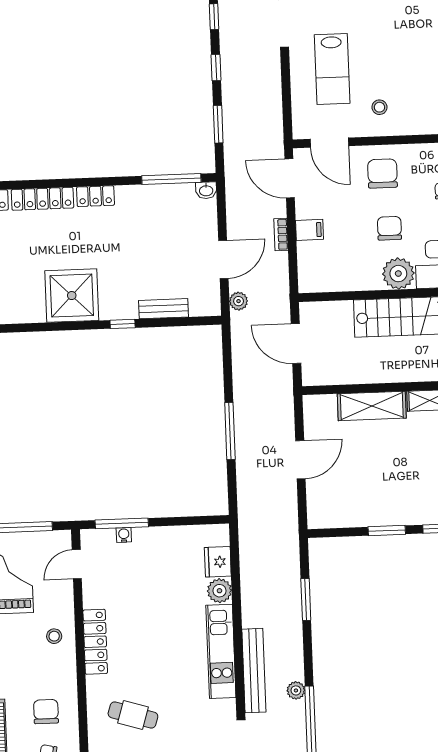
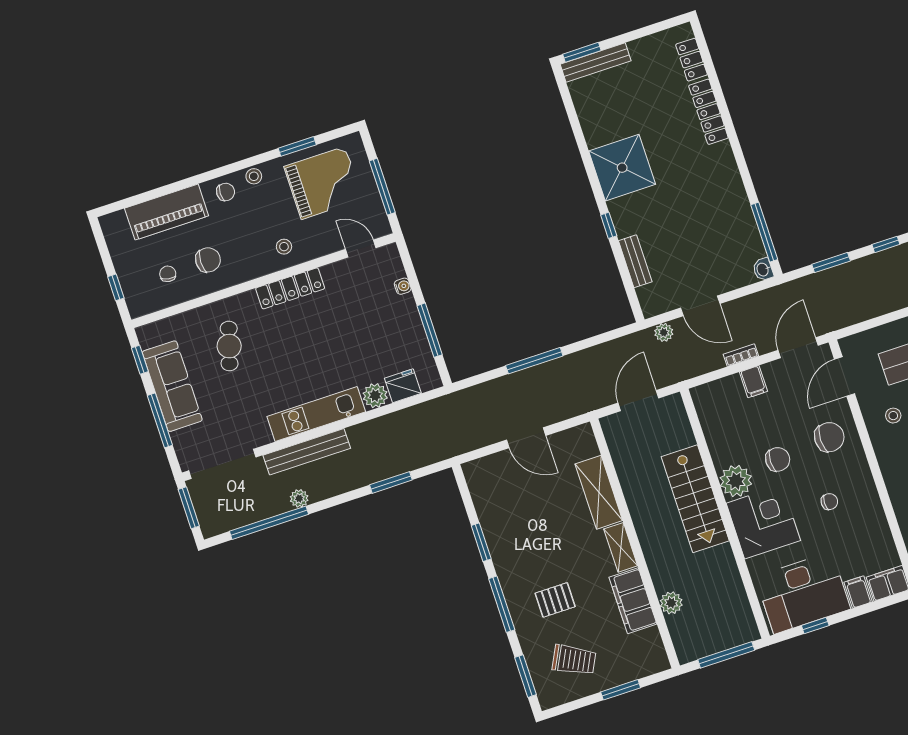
locker: (95, 196) -> (726, 163), removed
window: (122, 523) -> (430, 330), moved

